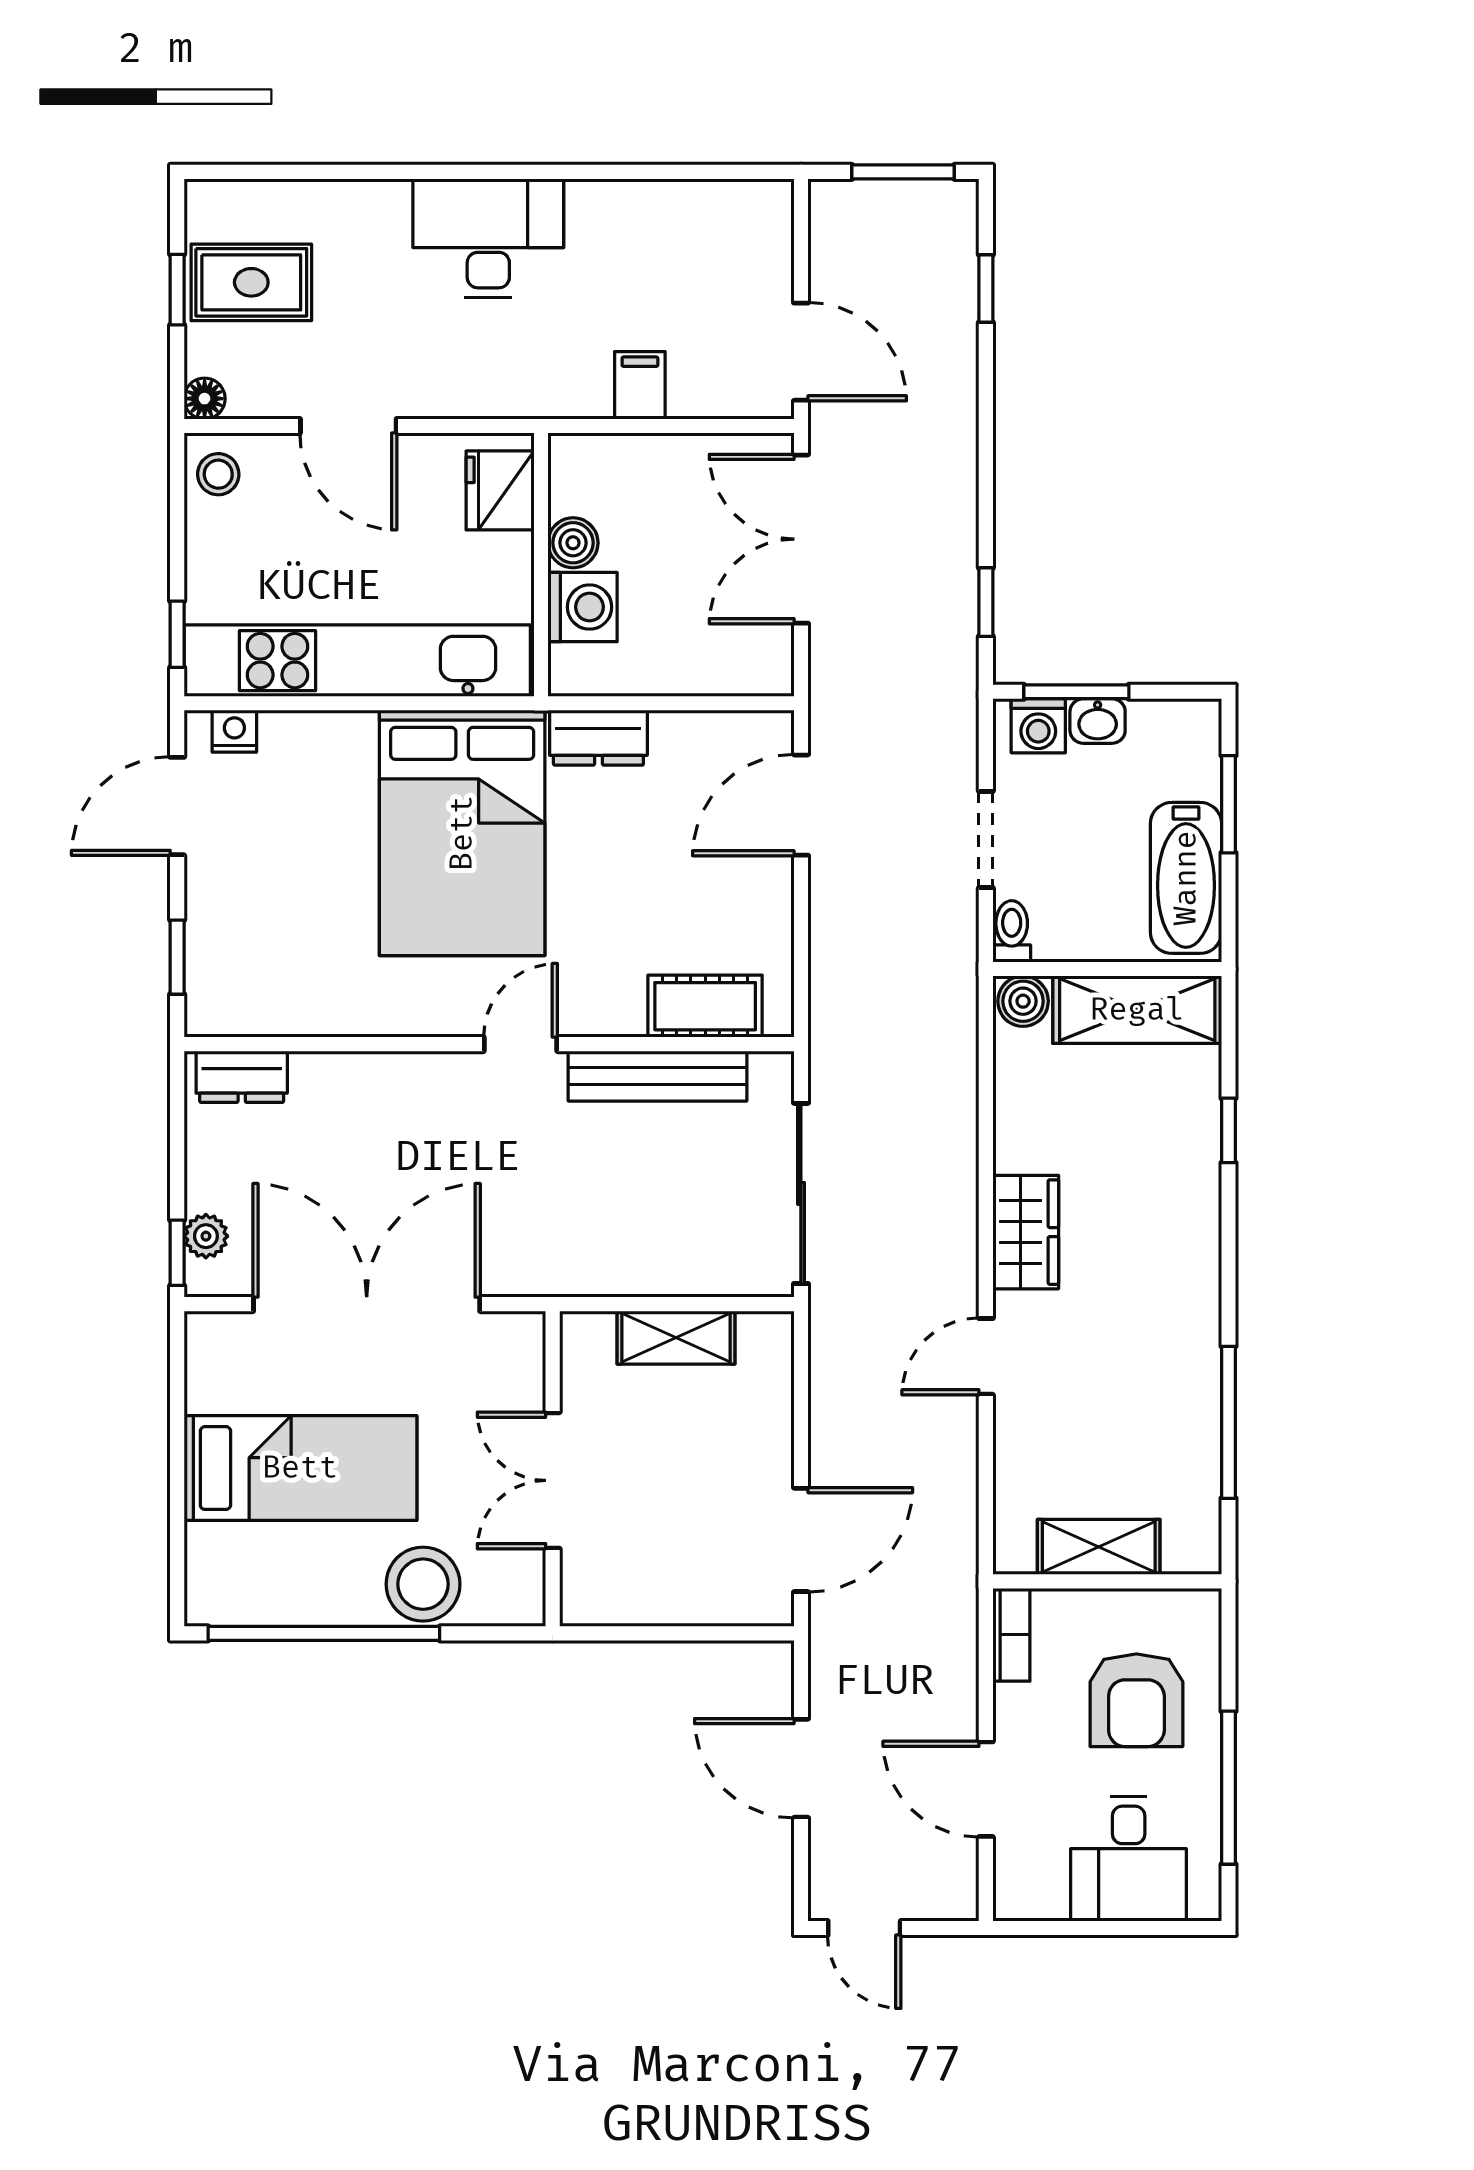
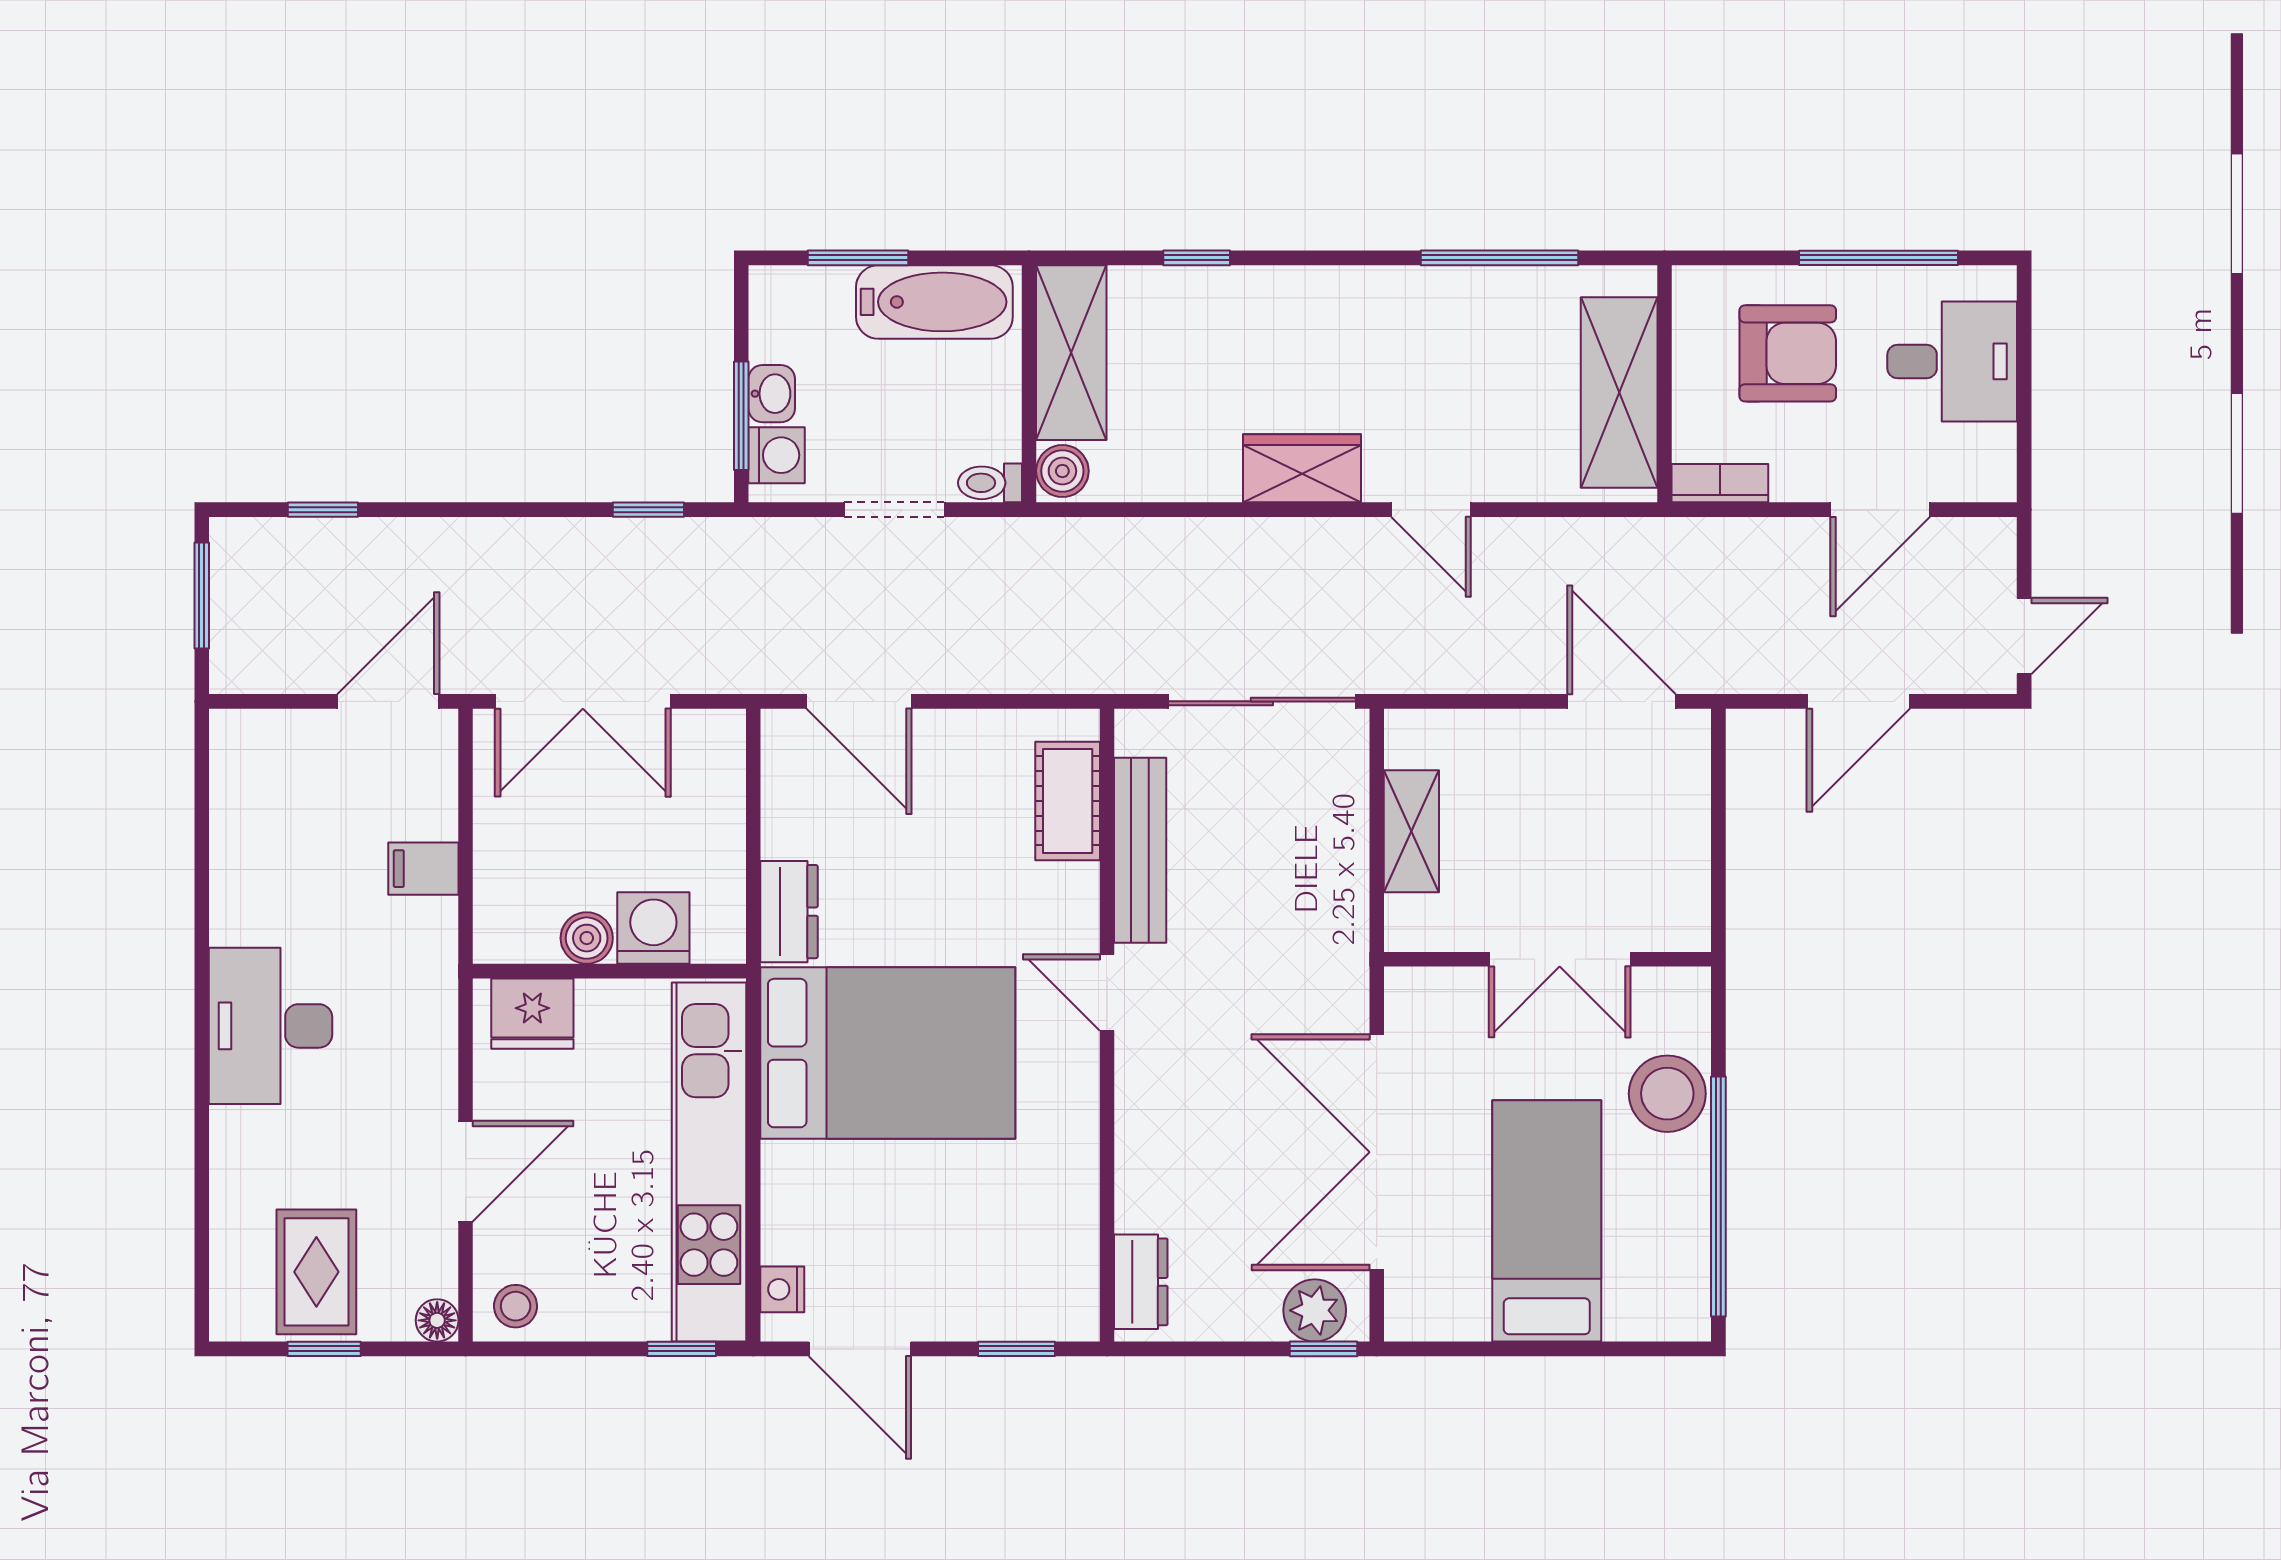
plant: (206, 1236) -> (1315, 1310), width x1.38, depth x1.38
shelving: (1099, 1547) -> (1619, 393), width x1.50, depth x1.33

